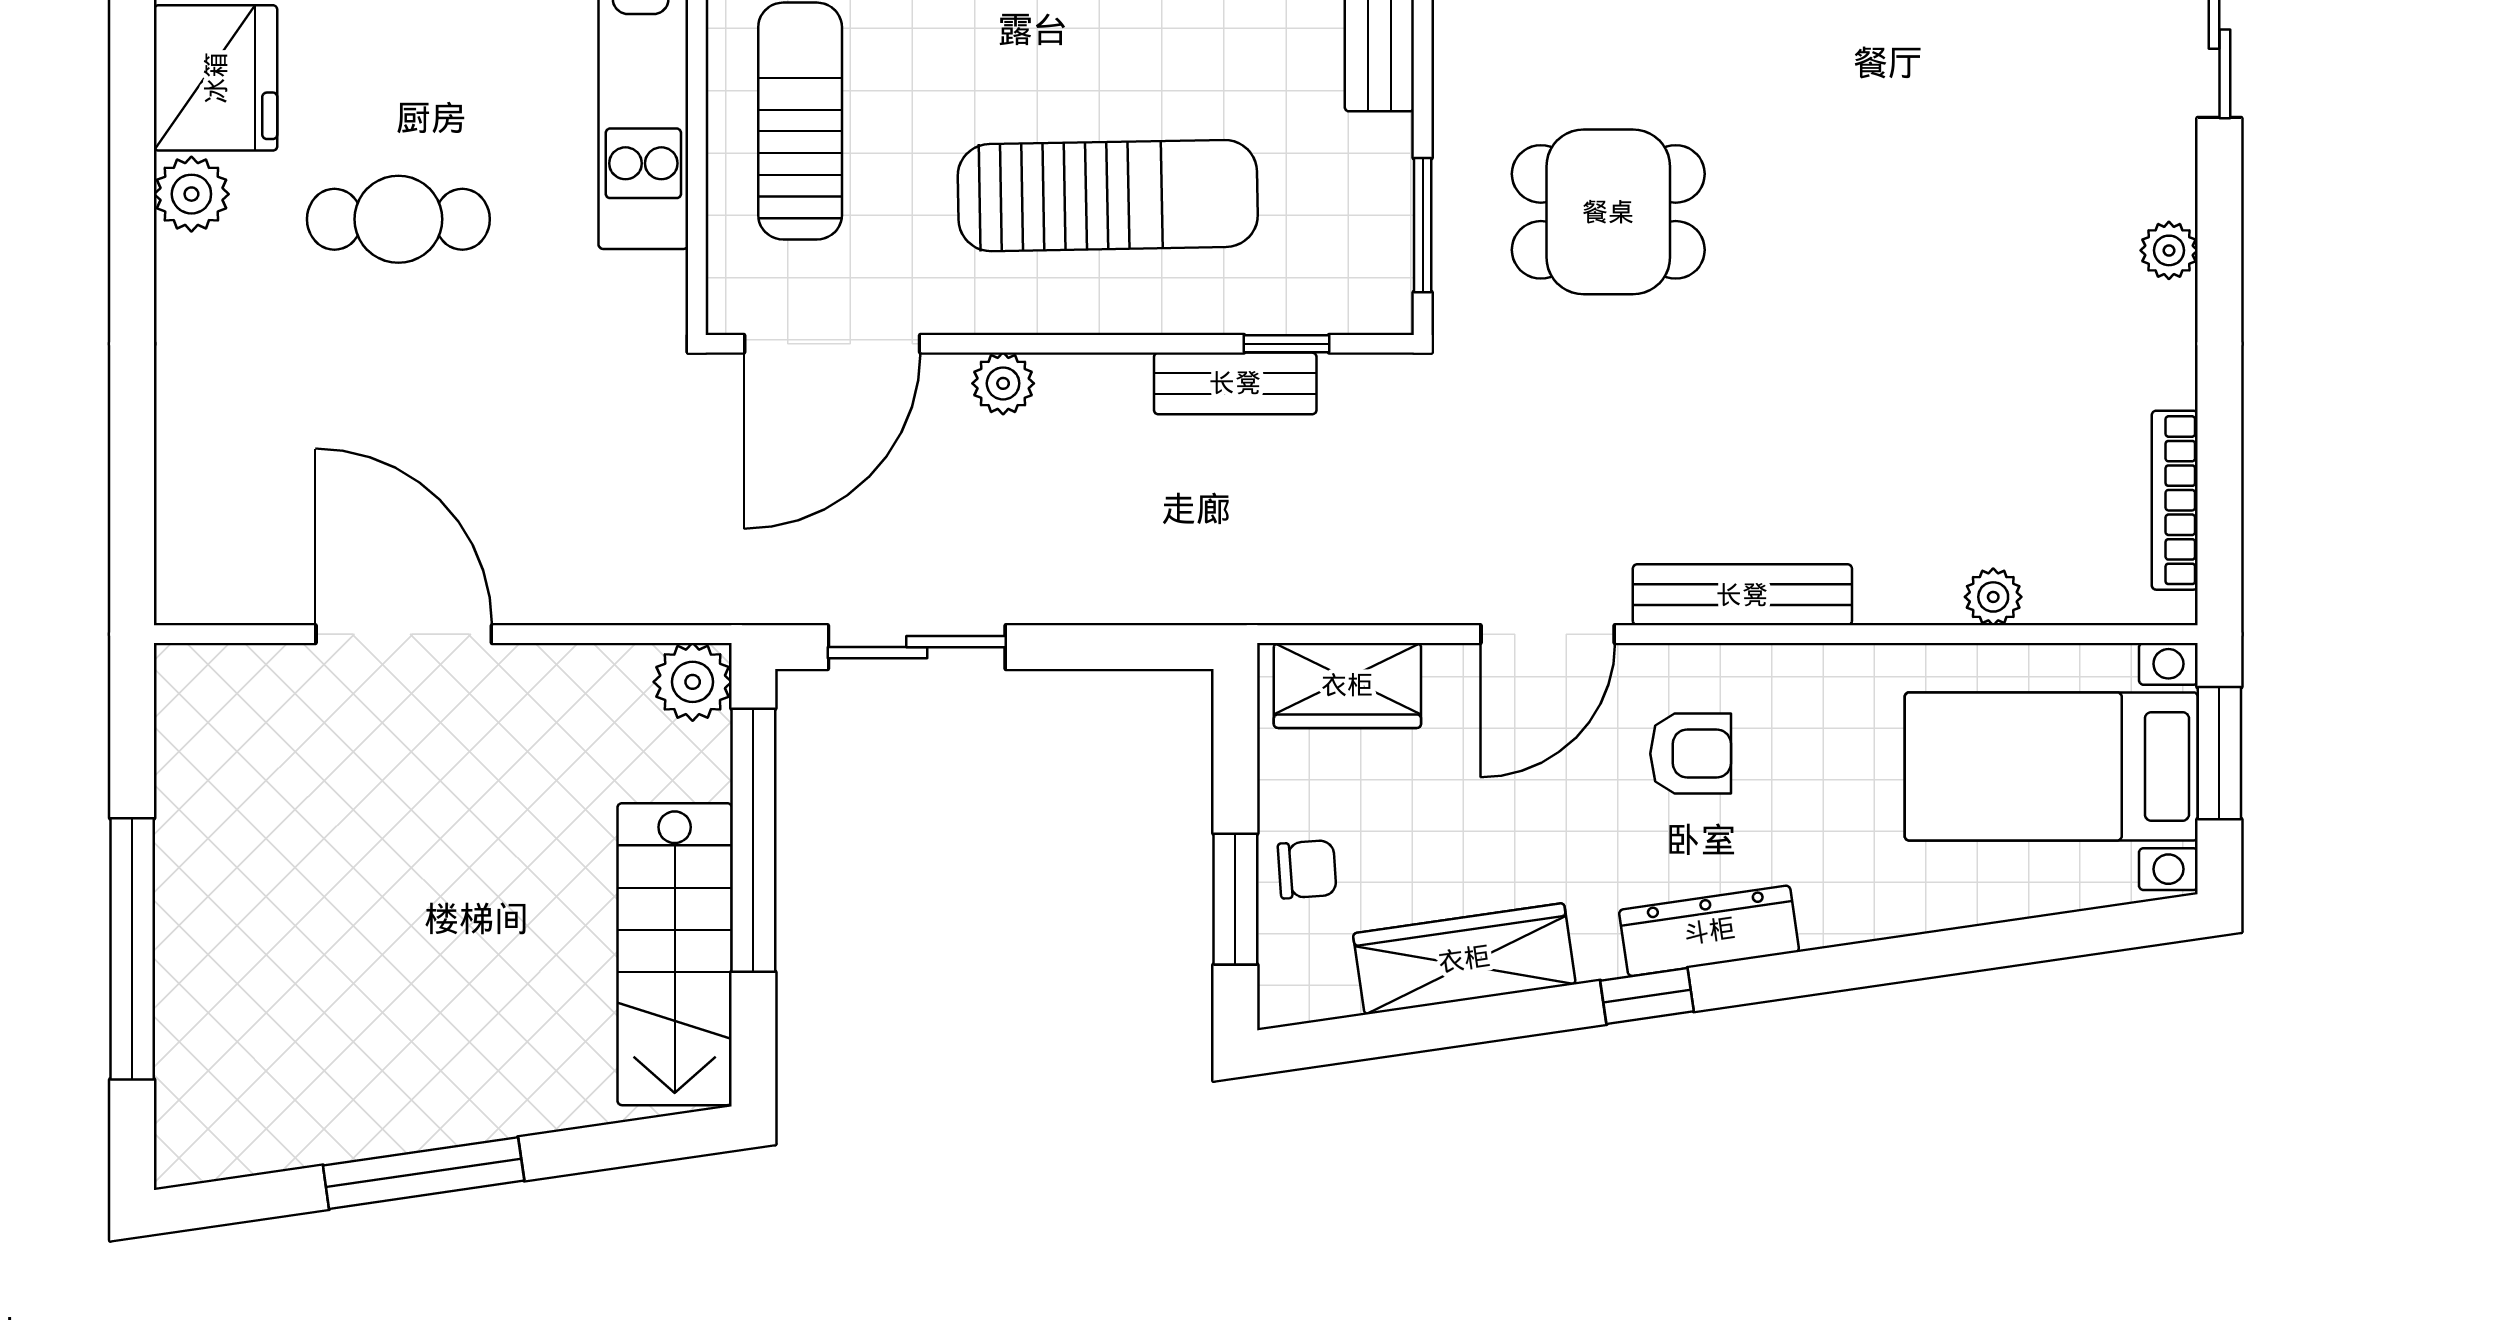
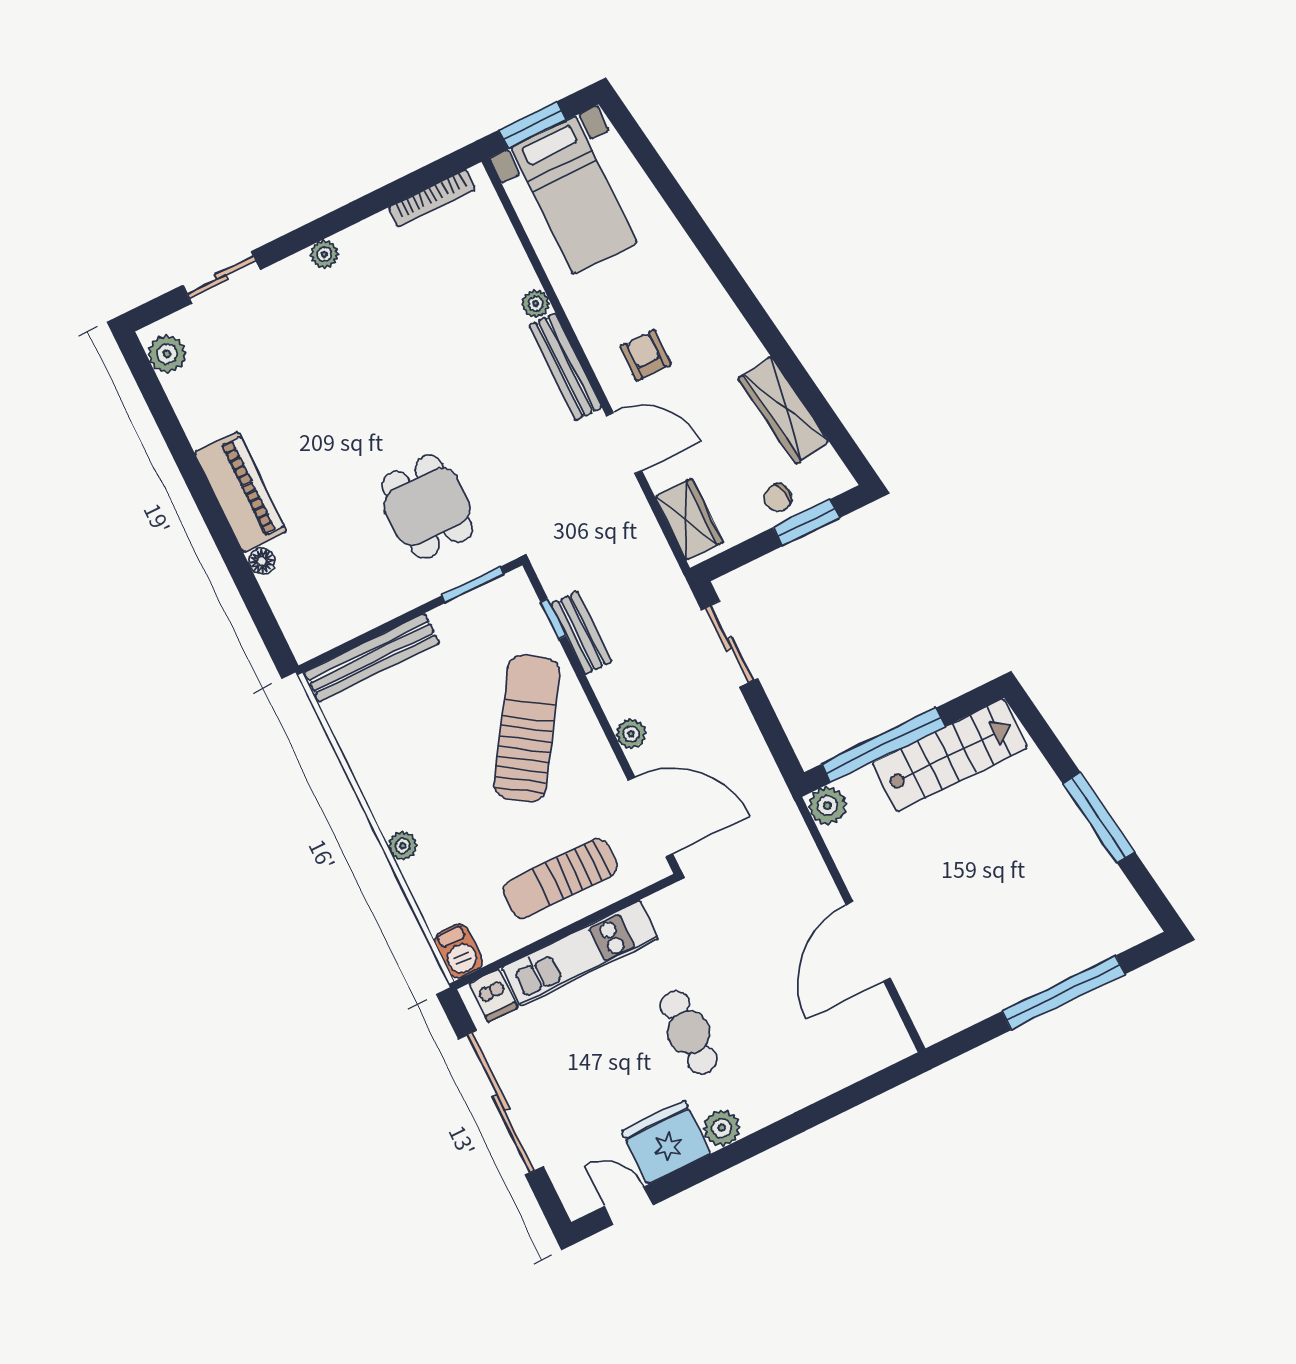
sun lounger: (1108, 196) -> (527, 728), turned 34
plant: (1993, 597) -> (536, 304), moved
sliding door: (917, 647) -> (729, 644), moved
chair: (1307, 869) -> (778, 498), turned -94
dresser: (1709, 931) -> (719, 309), removed
window: (1647, 996) -> (761, 323), removed

